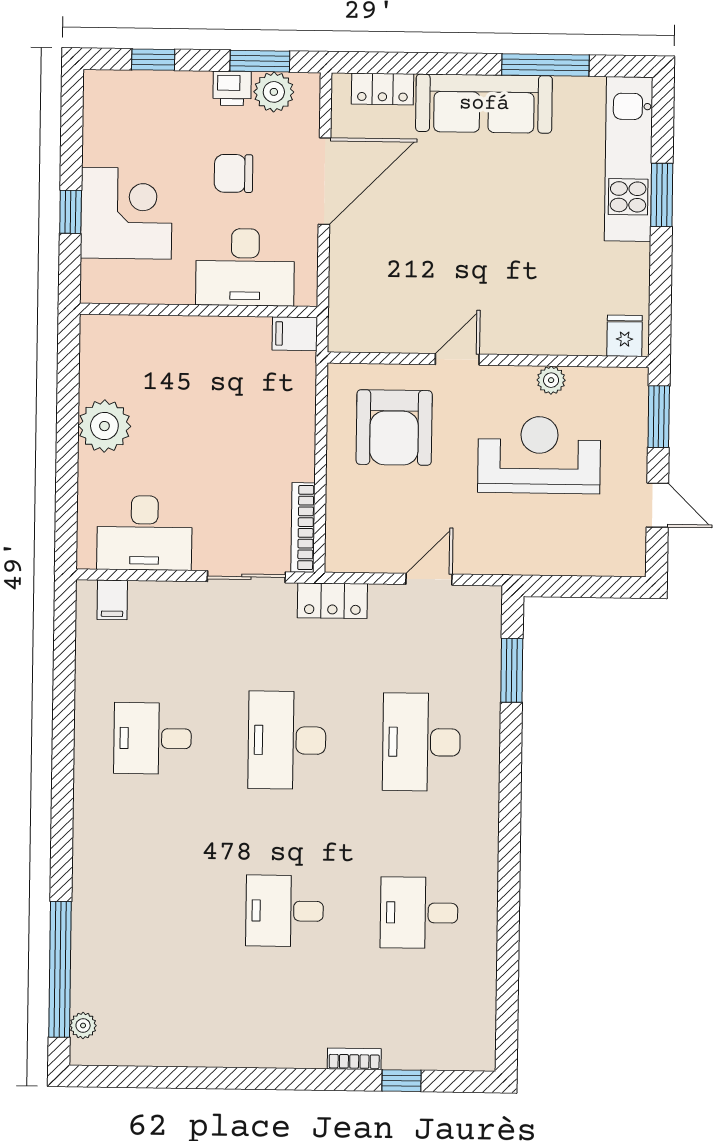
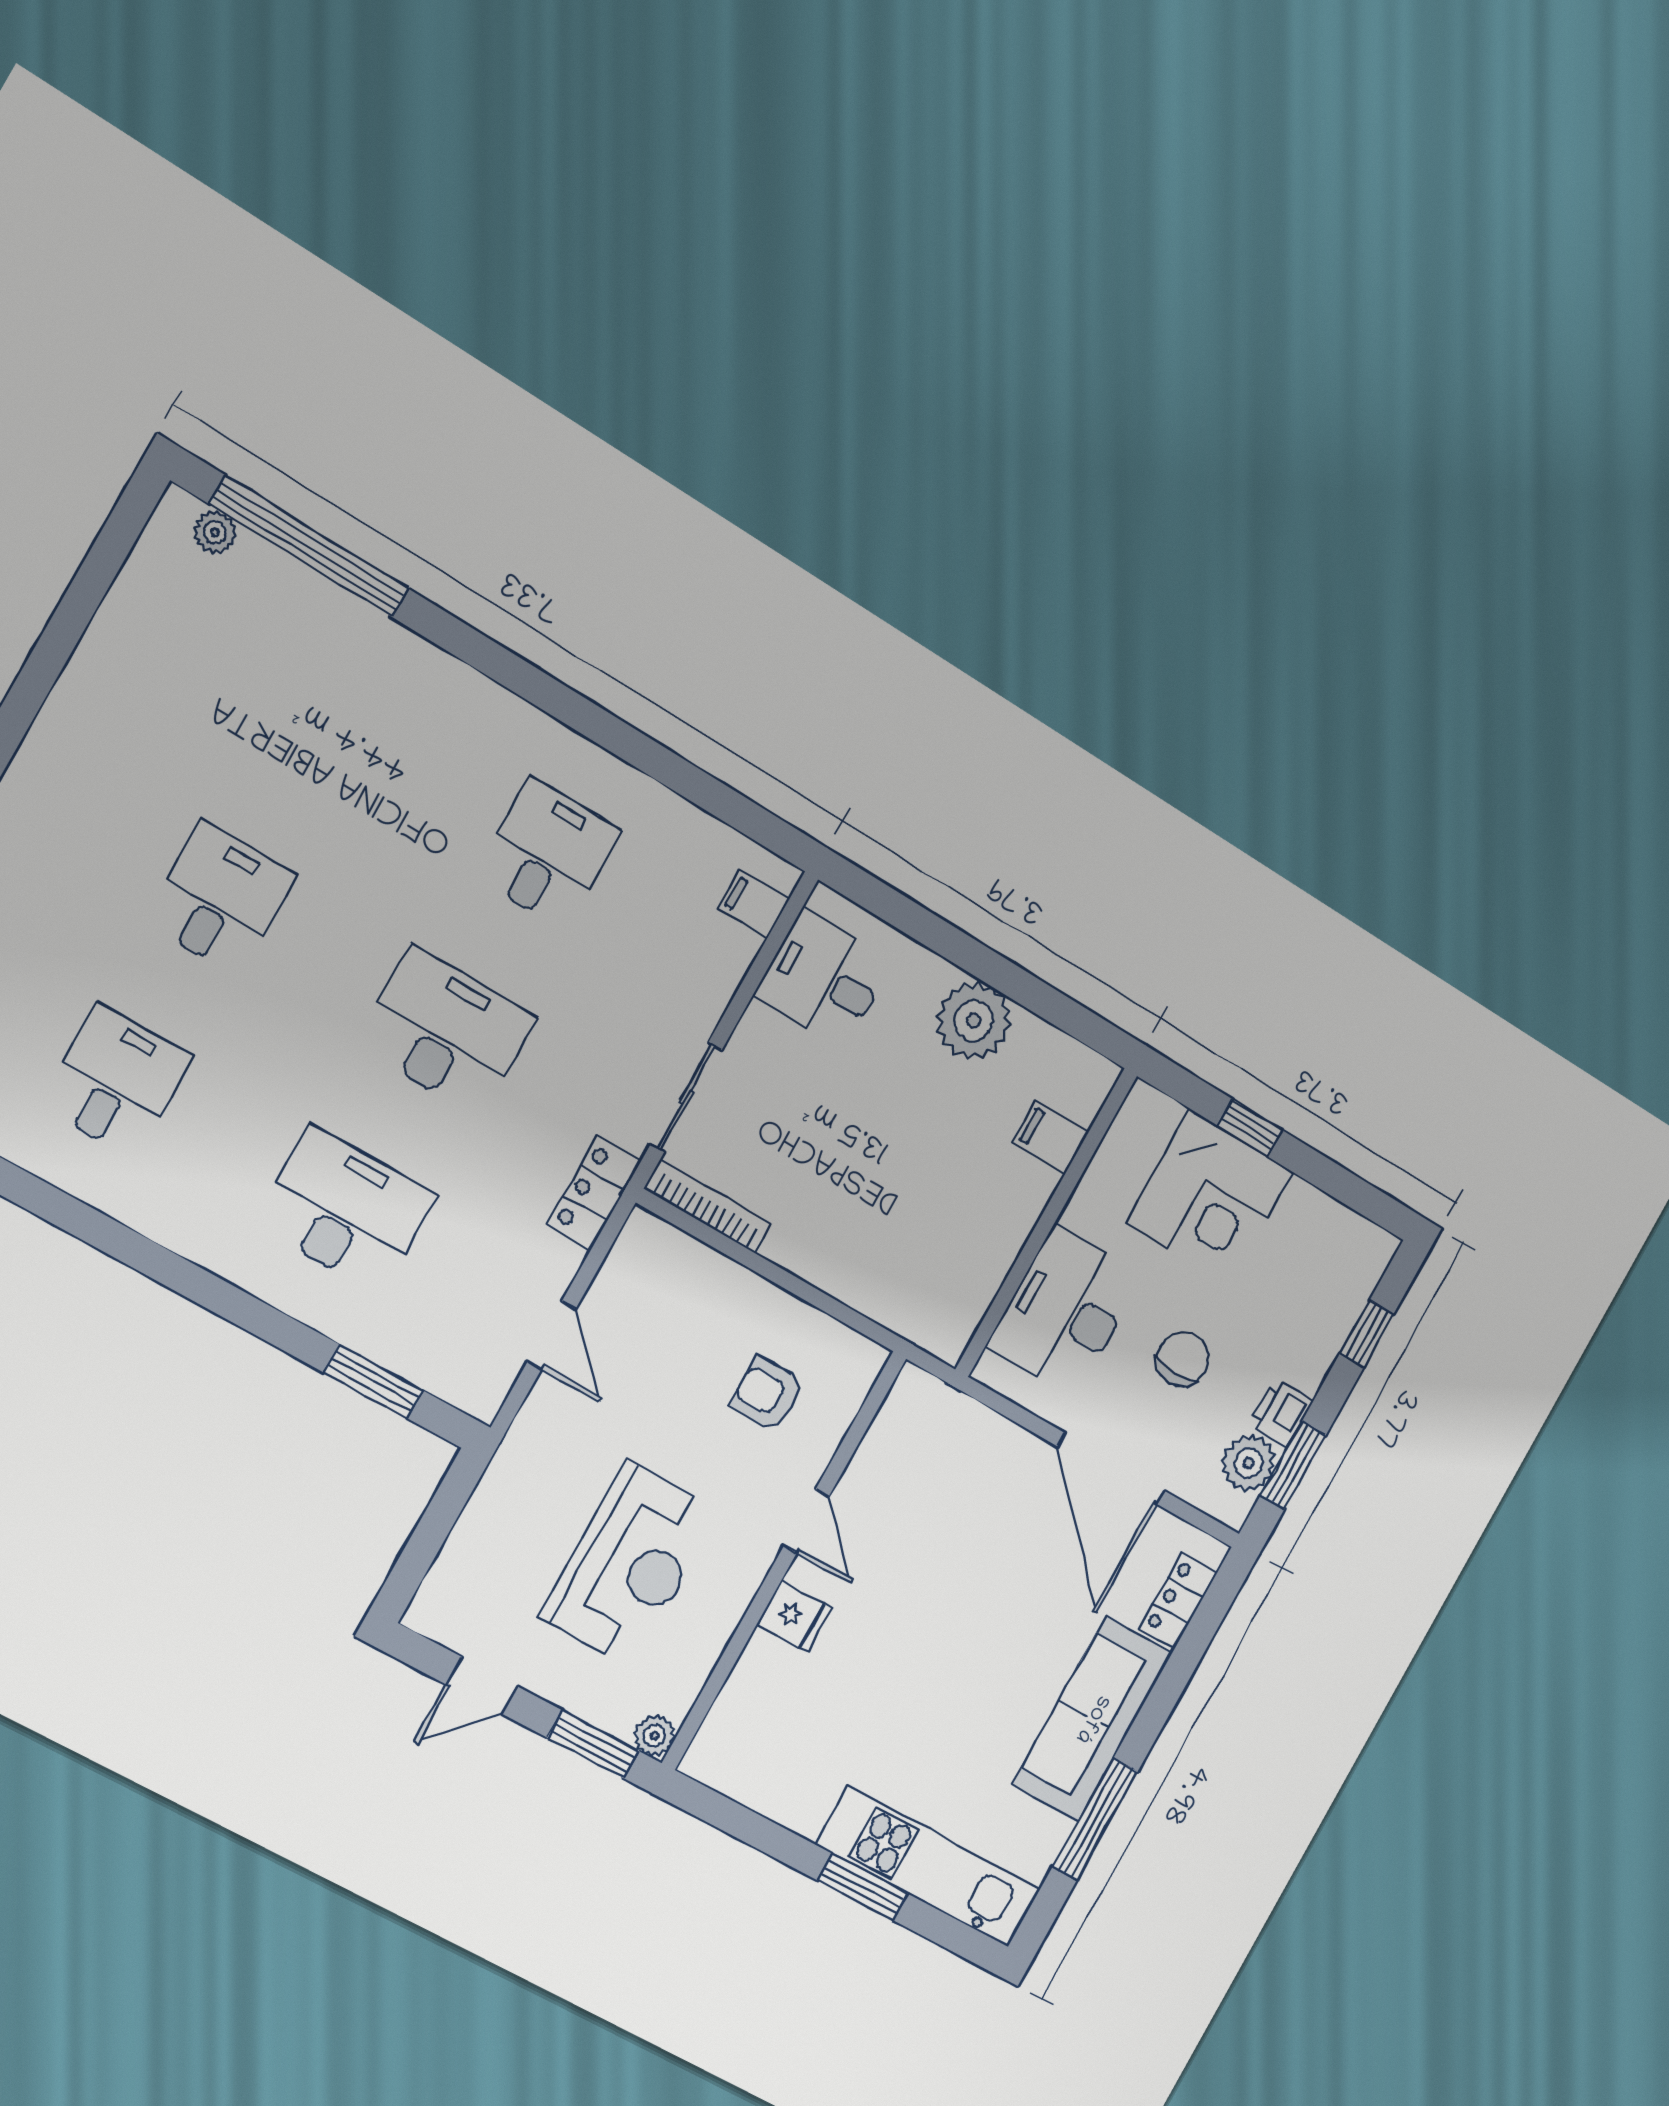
filing cabinet: (295, 334) -> (1050, 1138), moved, turned -90
fridge: (625, 336) -> (794, 1616), moved
plant: (551, 380) -> (654, 1736), moved
armchair: (394, 427) -> (767, 1394), width x0.53, depth x0.53
desk: (144, 533) -> (824, 979), width x0.73

